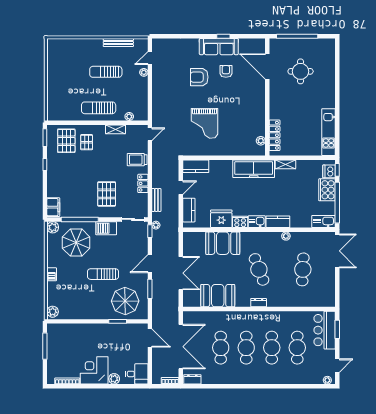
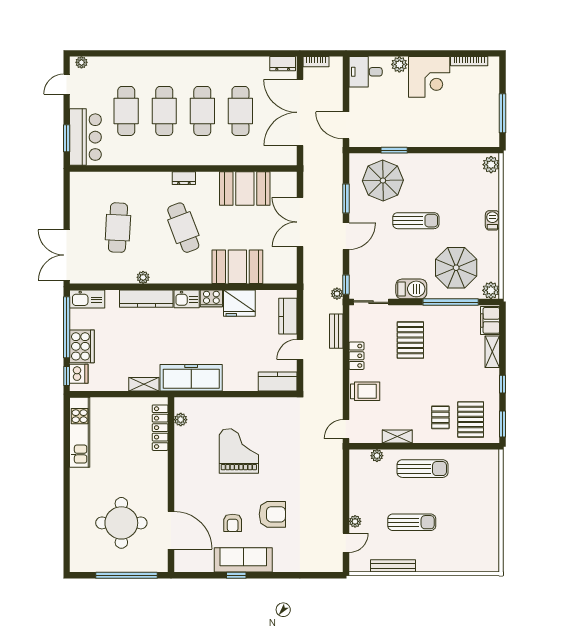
round table: (301, 71) -> (121, 523), width x1.36, depth x1.36
grand piano: (205, 123) -> (239, 451), moved
shelving: (52, 186) -> (492, 352), added
kitchen counter: (278, 222) -> (146, 299), width x1.50

